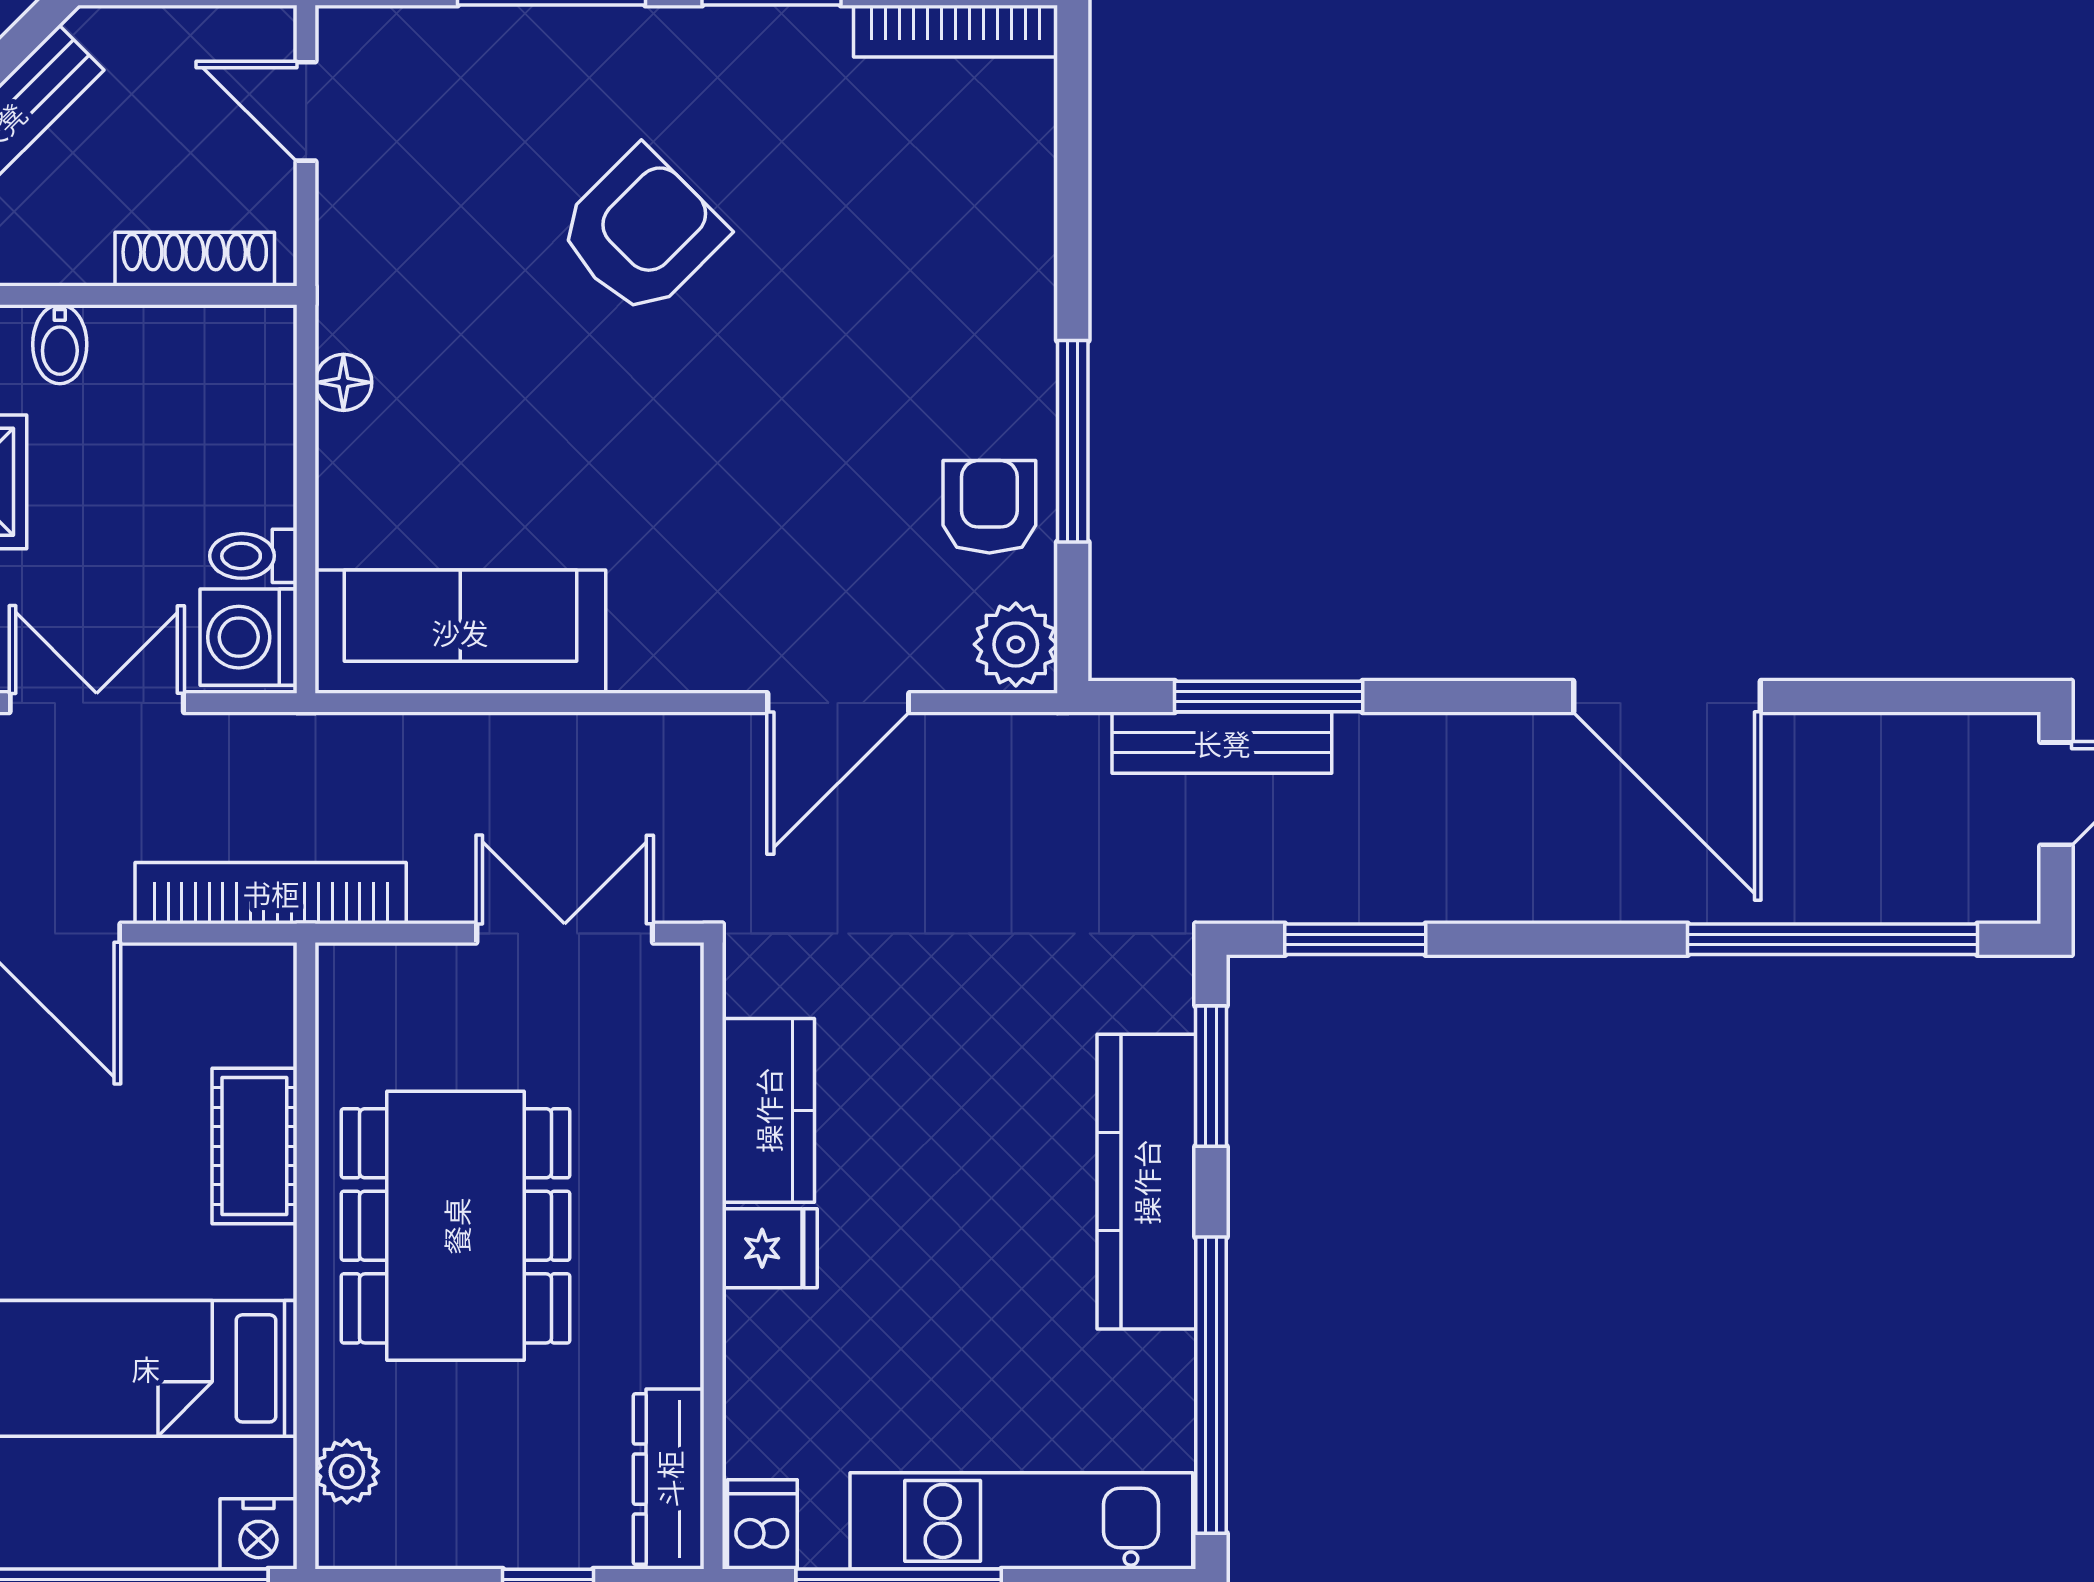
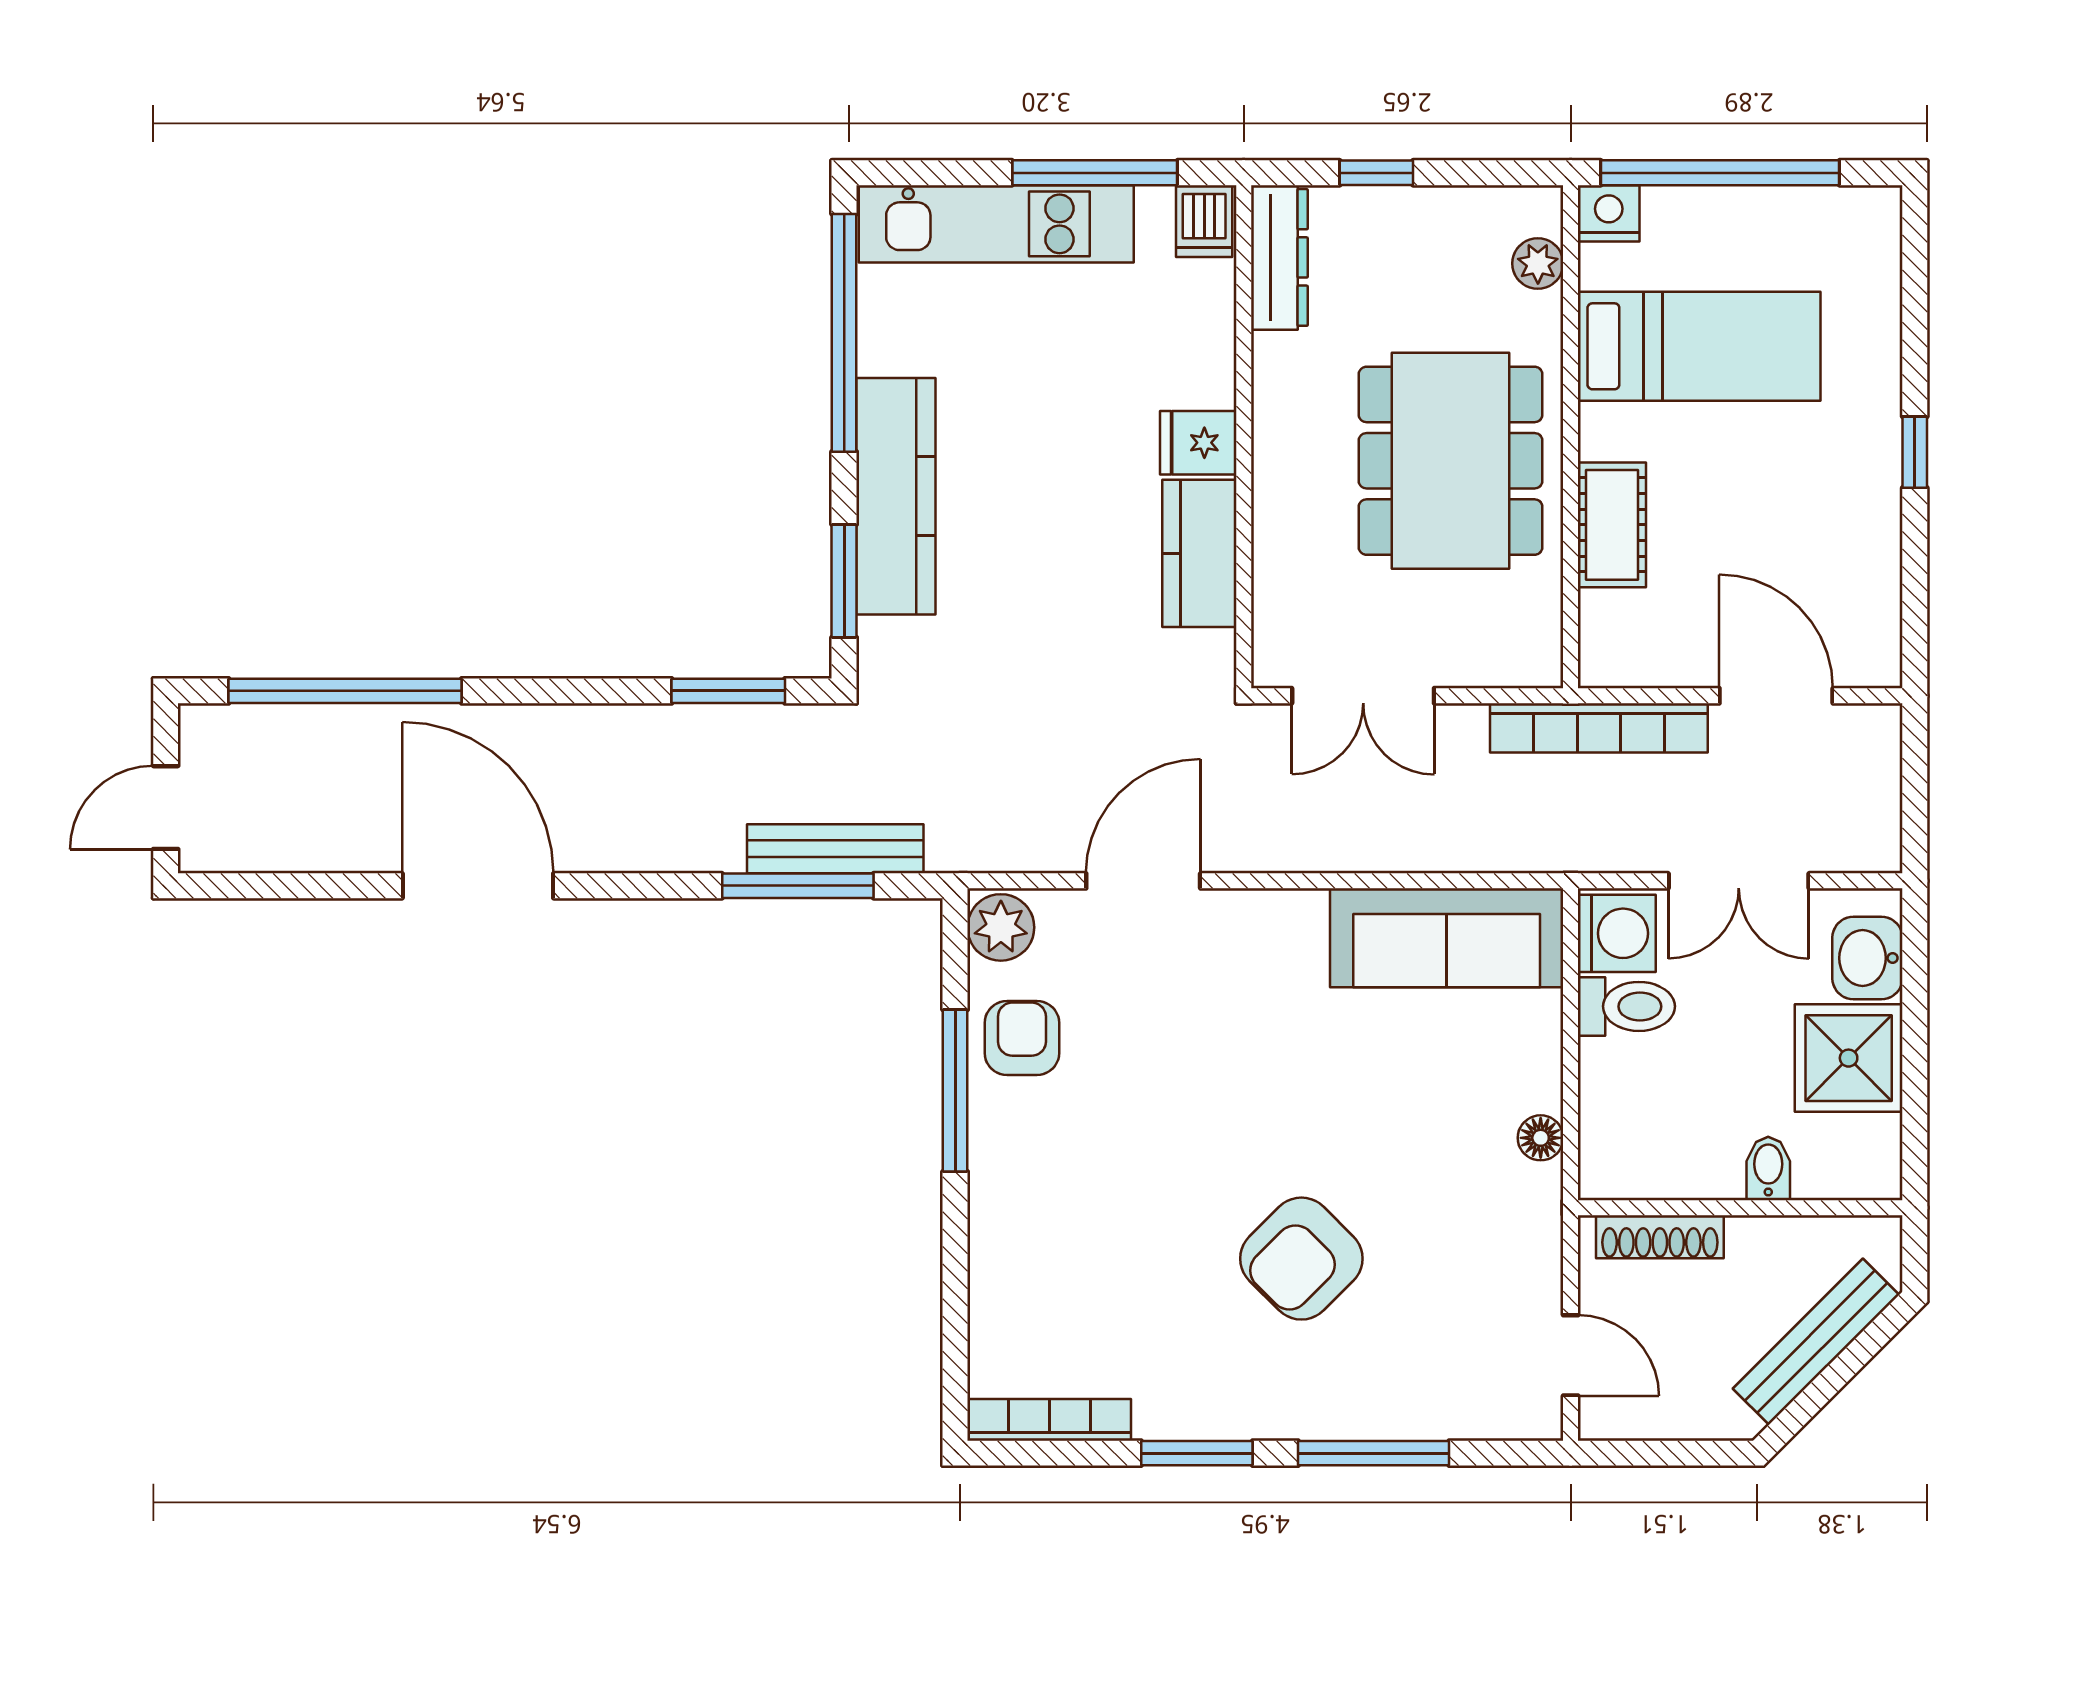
armchair: (989, 507) -> (1022, 1038), turned 180
toilet: (253, 556) -> (1626, 1006), width x1.37, depth x1.39

